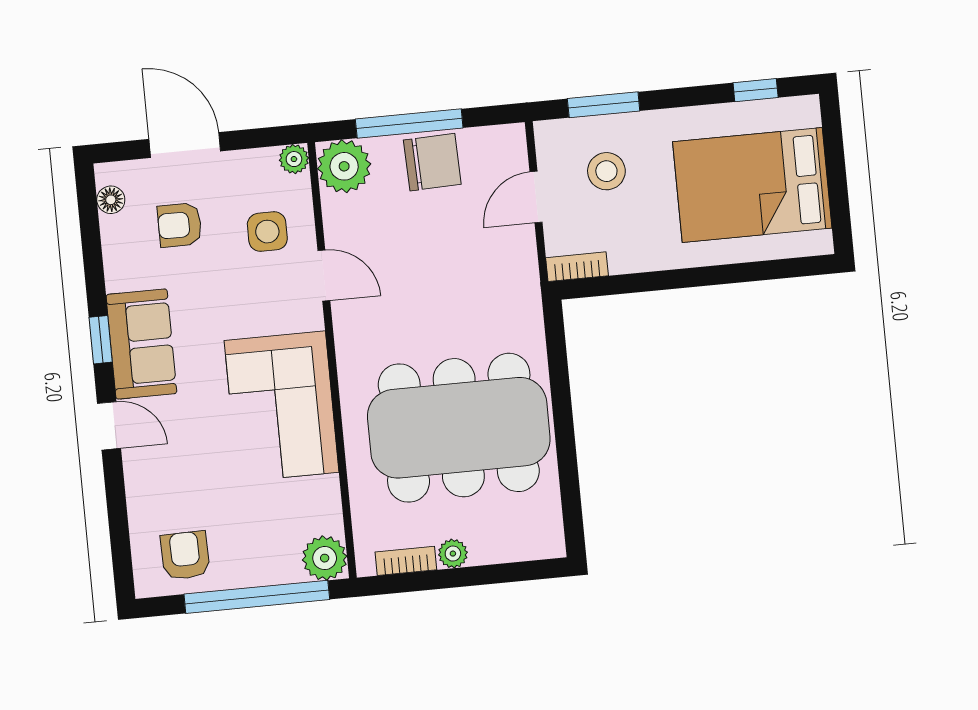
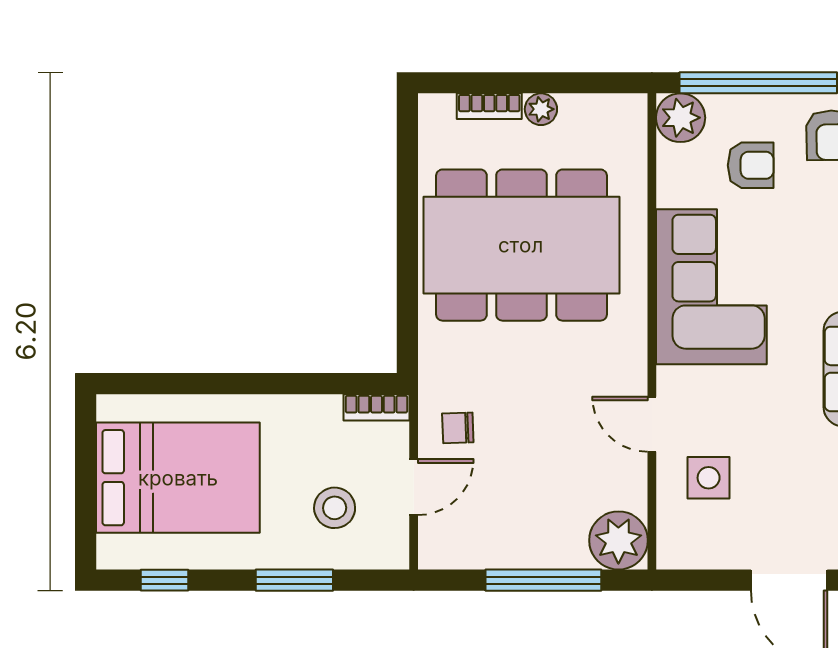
window: (604, 105) -> (294, 580), moved
plant: (294, 159) -> (672, 554), removed
chair: (432, 162) -> (458, 428), moved, width x0.54, depth x0.54
armchair: (180, 225) -> (751, 165), moved
bookcase: (406, 561) -> (489, 106), moved

